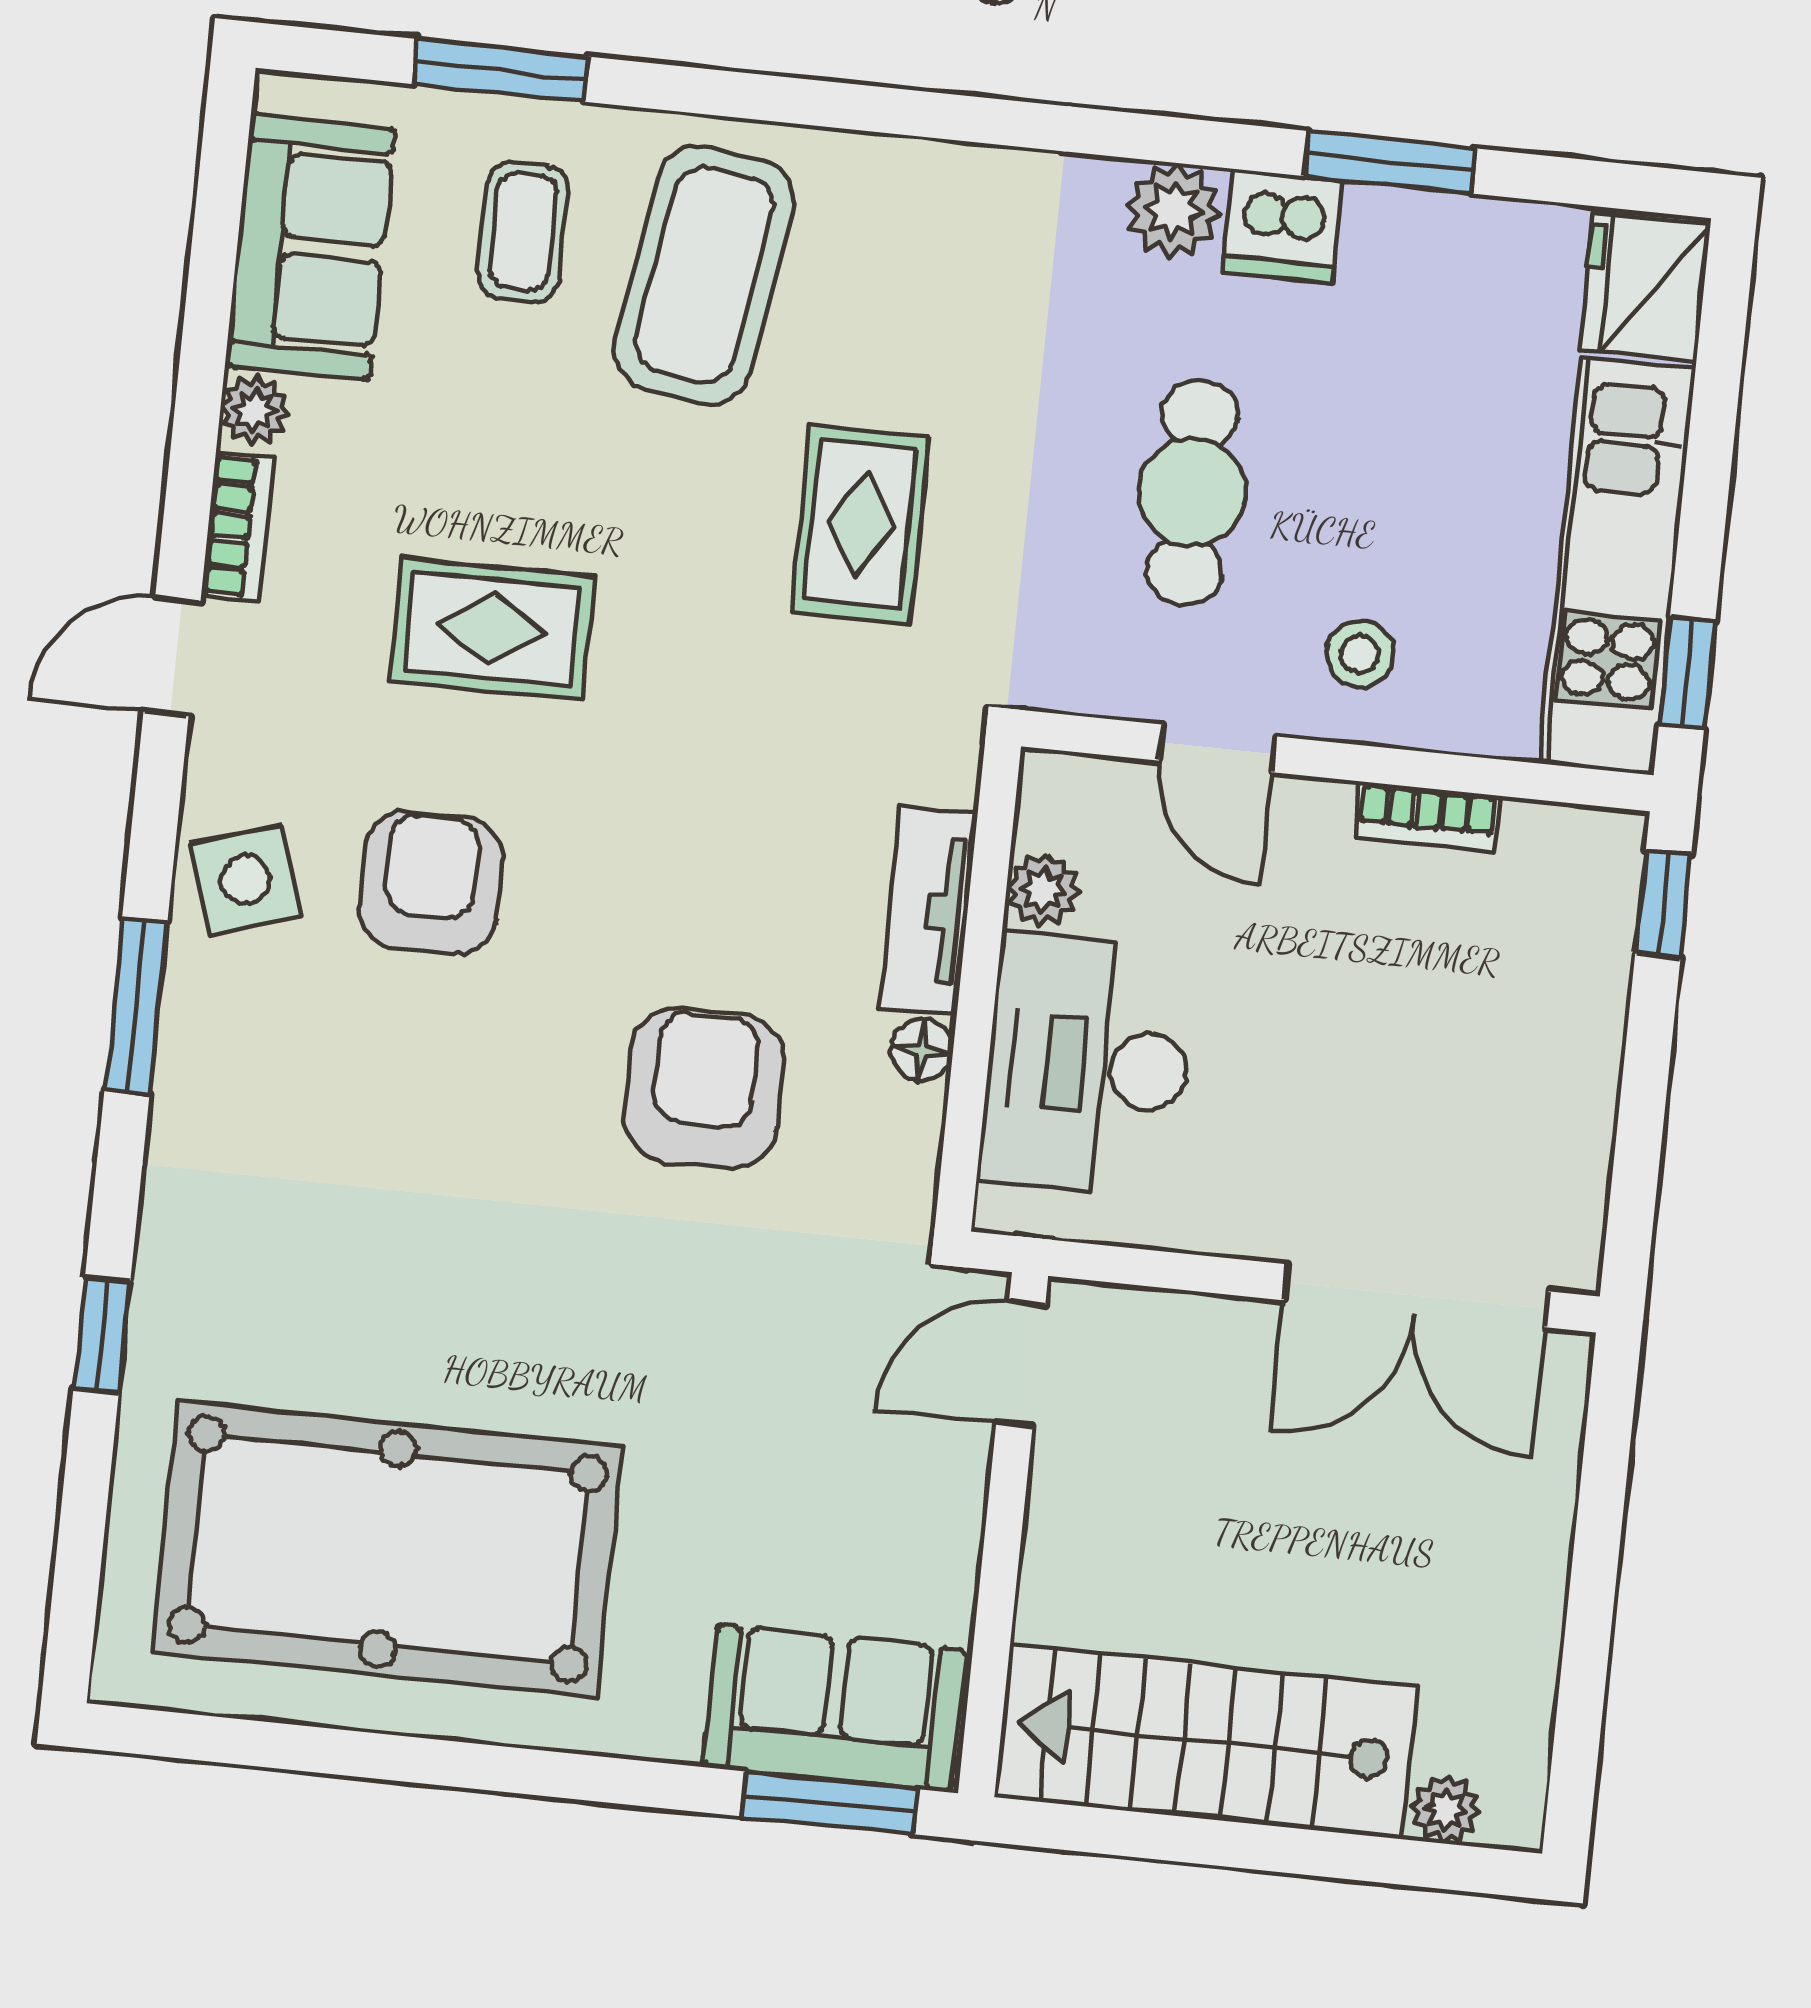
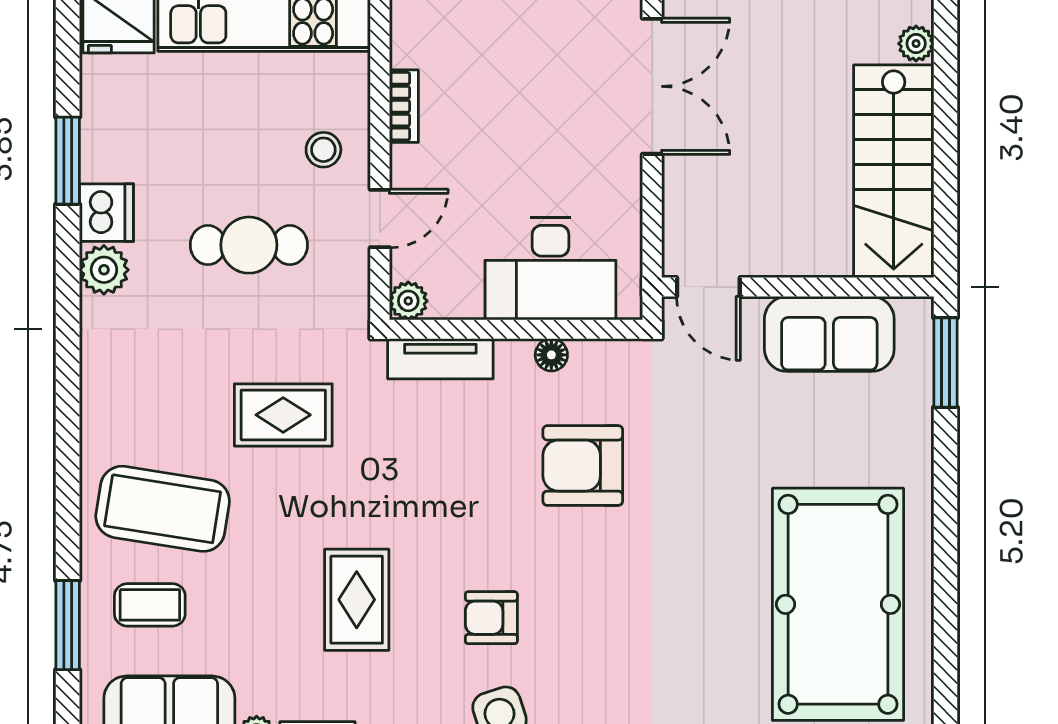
armchair: (431, 883) -> (491, 618), width x0.72, depth x0.72
plant: (1043, 890) -> (408, 301), moved
tv unit: (929, 910) -> (440, 359), moved
sofa: (834, 1708) -> (829, 334), moved, turned -90

